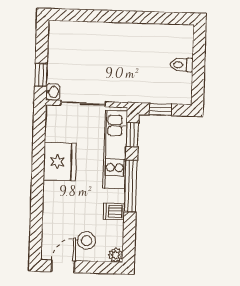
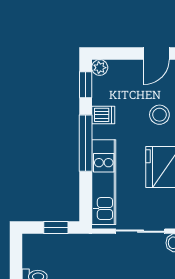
window: (132, 135) -> (86, 85), moved
stool: (87, 241) -> (159, 115), moved

